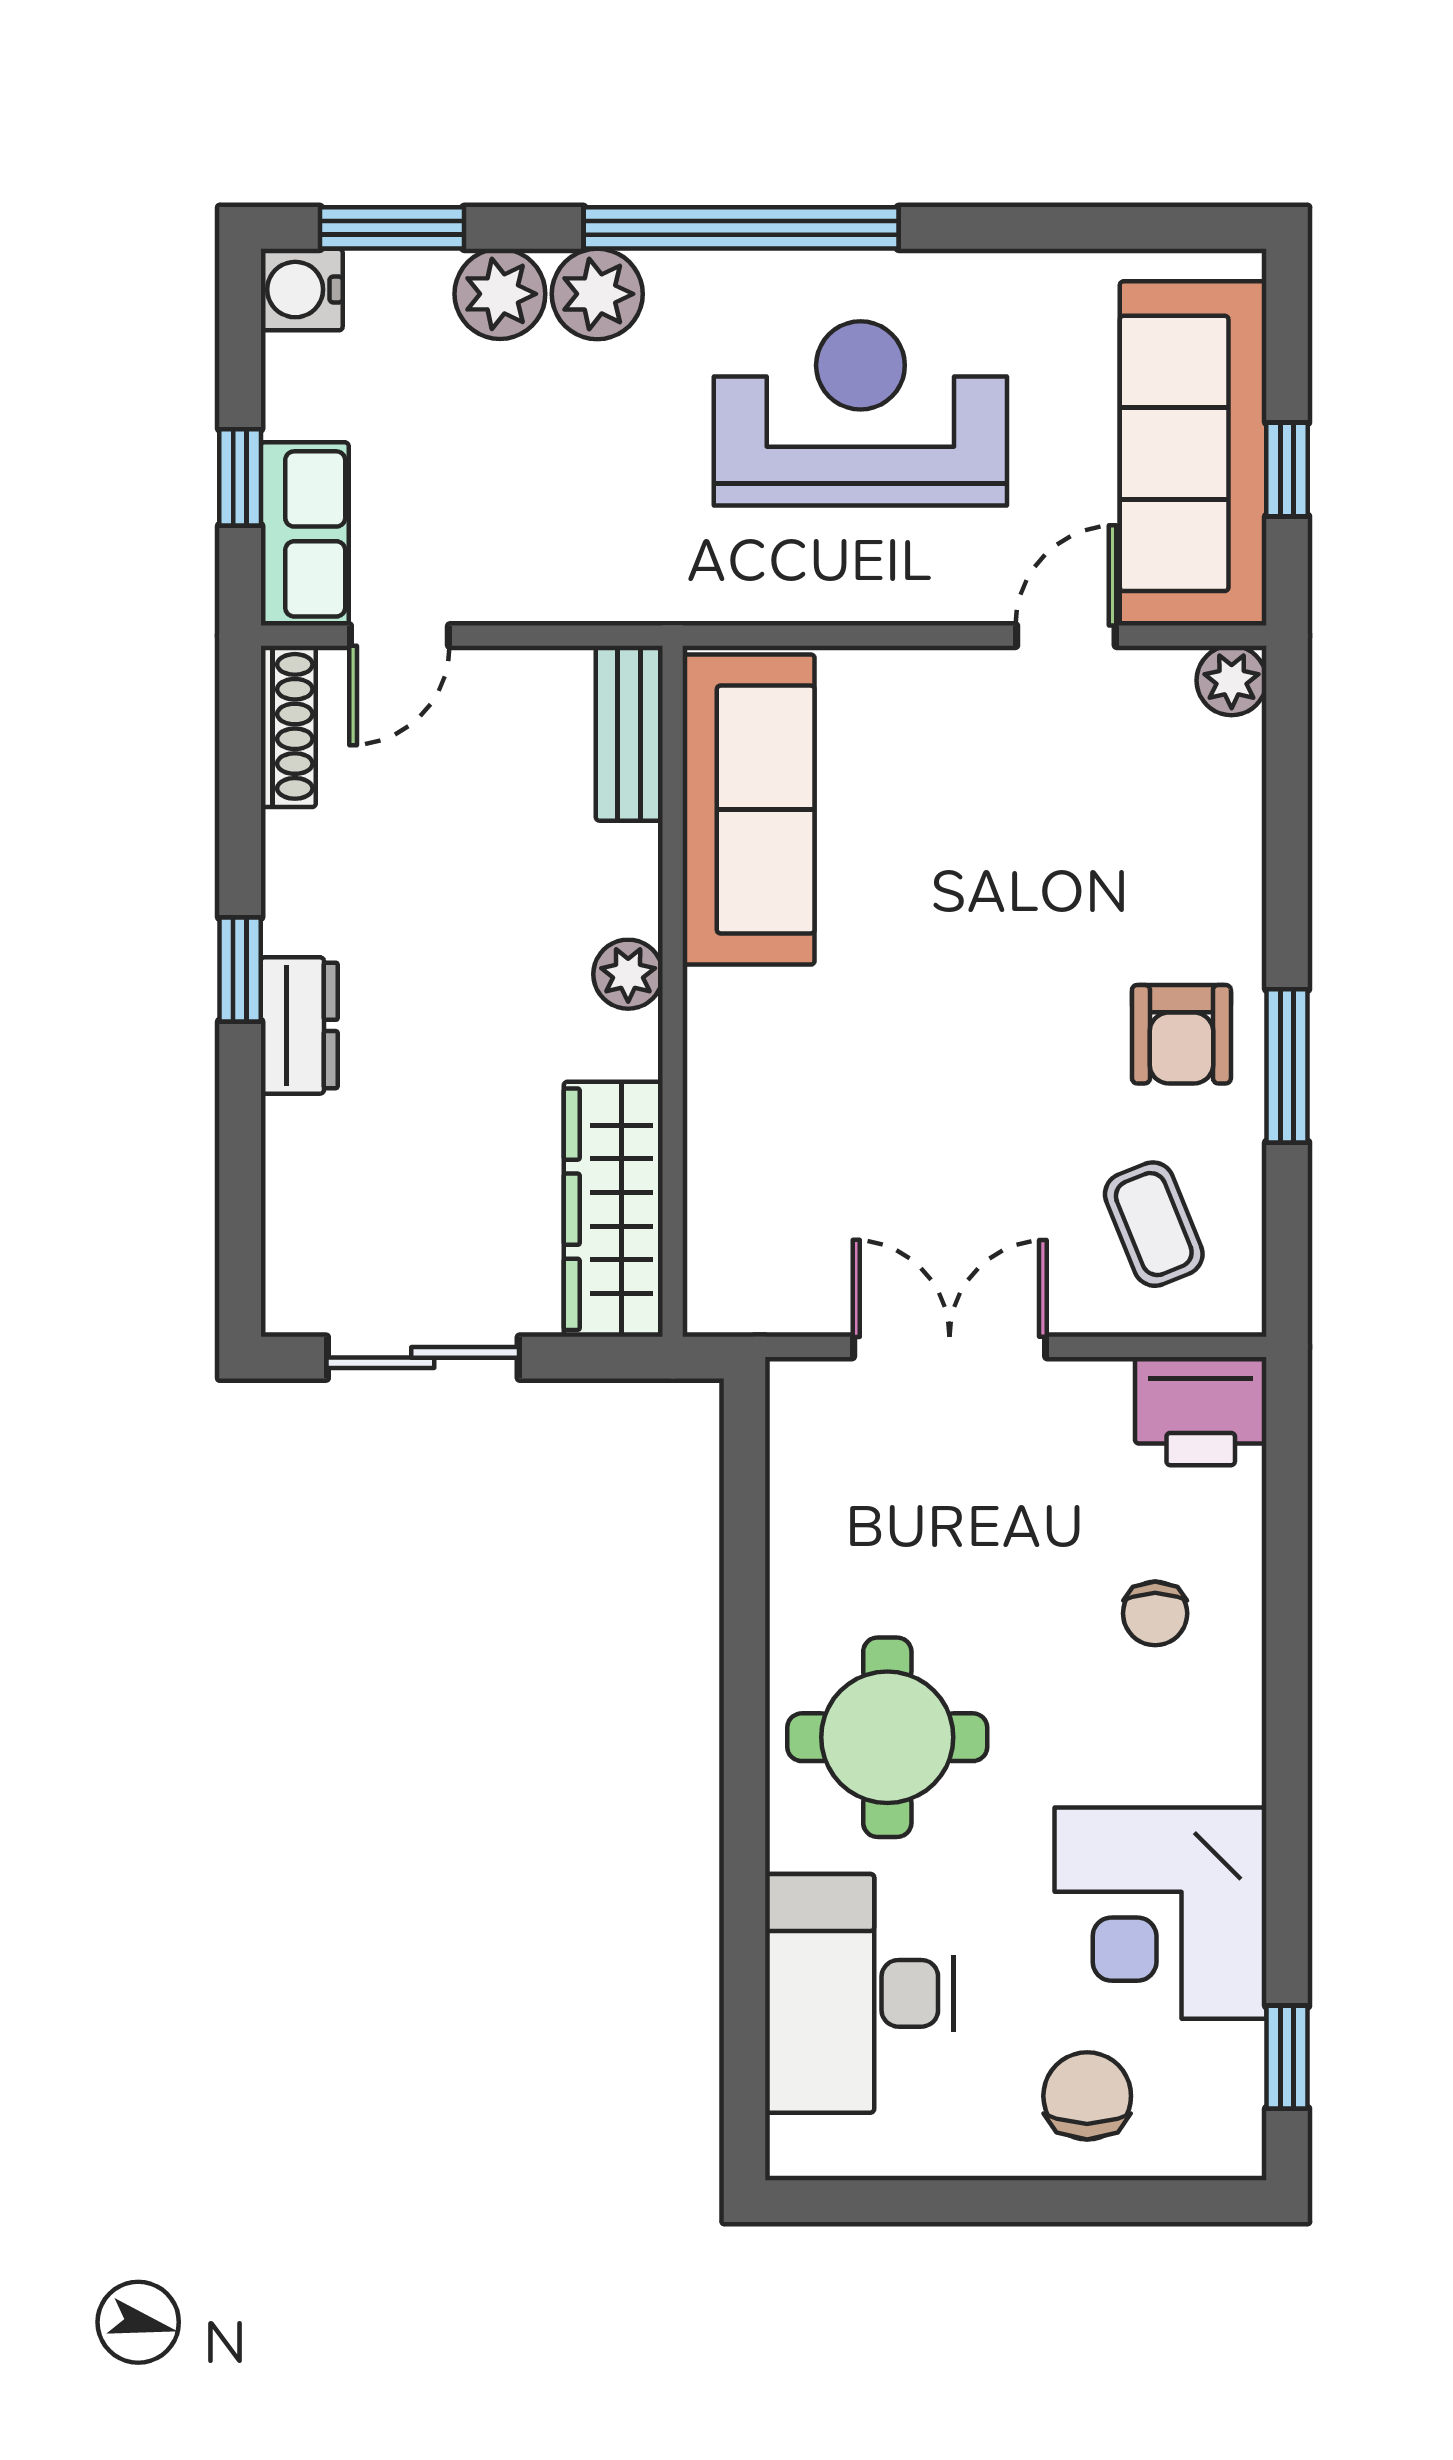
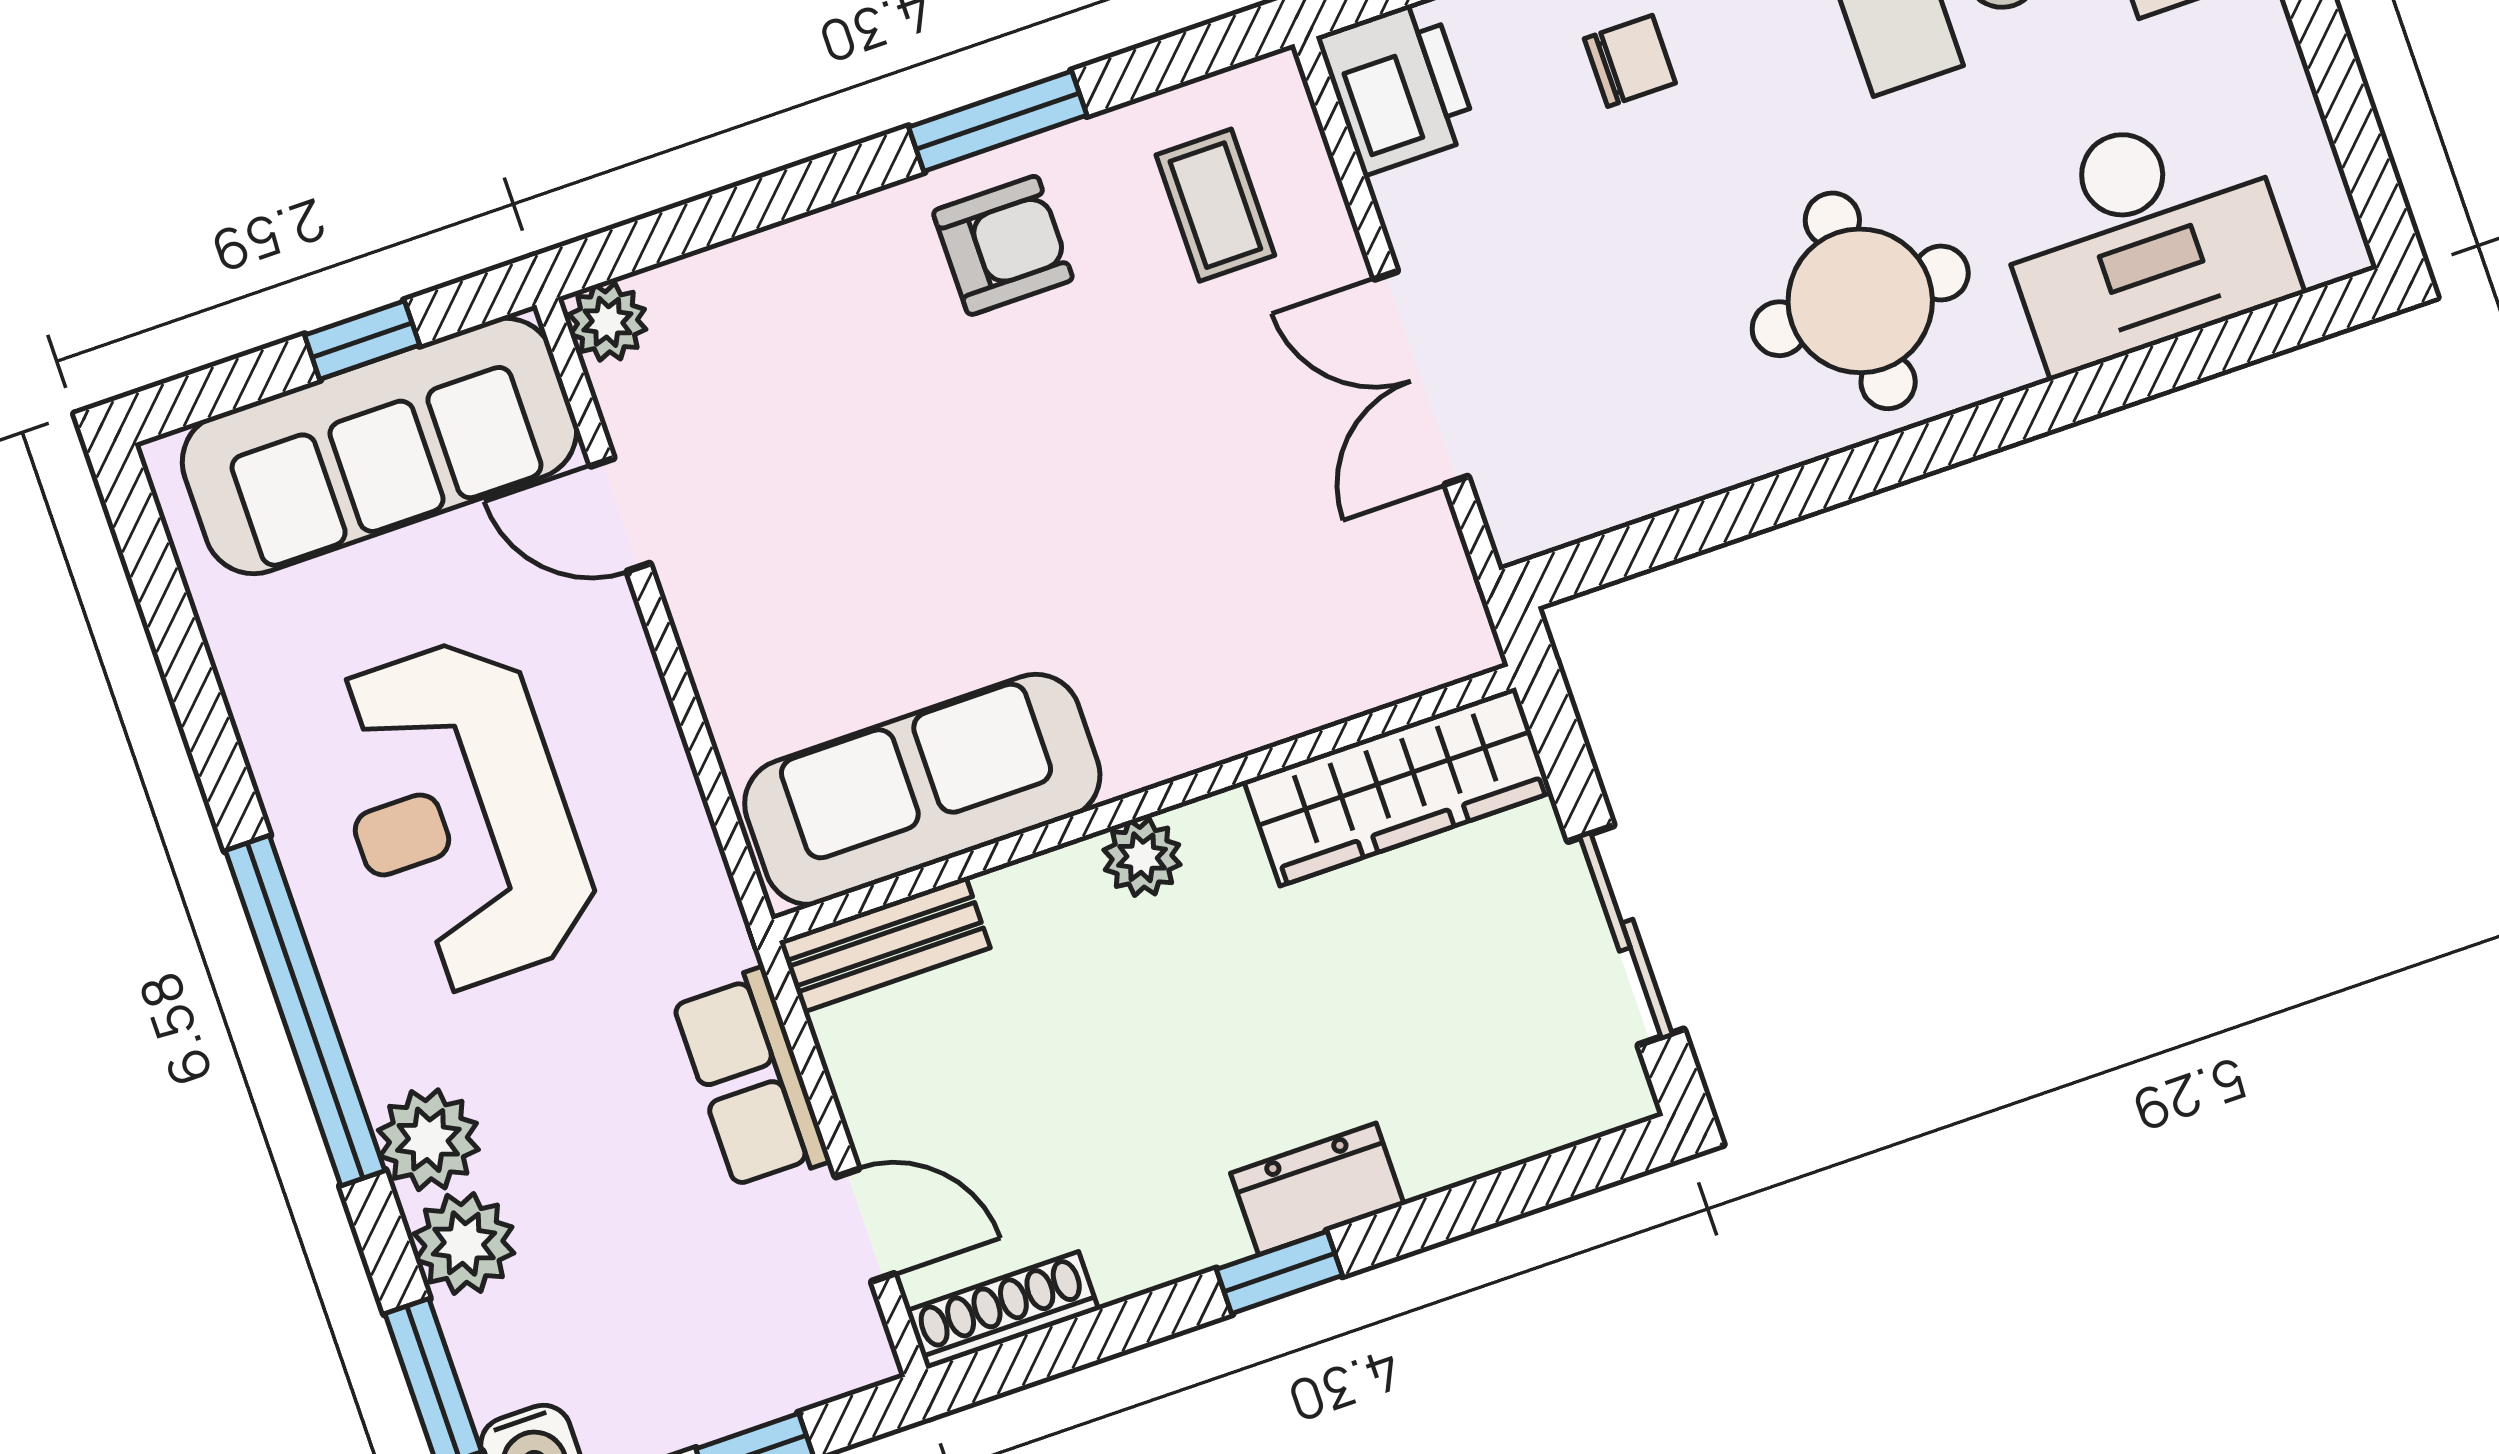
row of seats: (305, 534) -> (751, 1080), moved, turned -90
coffee table: (1154, 1224) -> (1215, 205), turned -68

